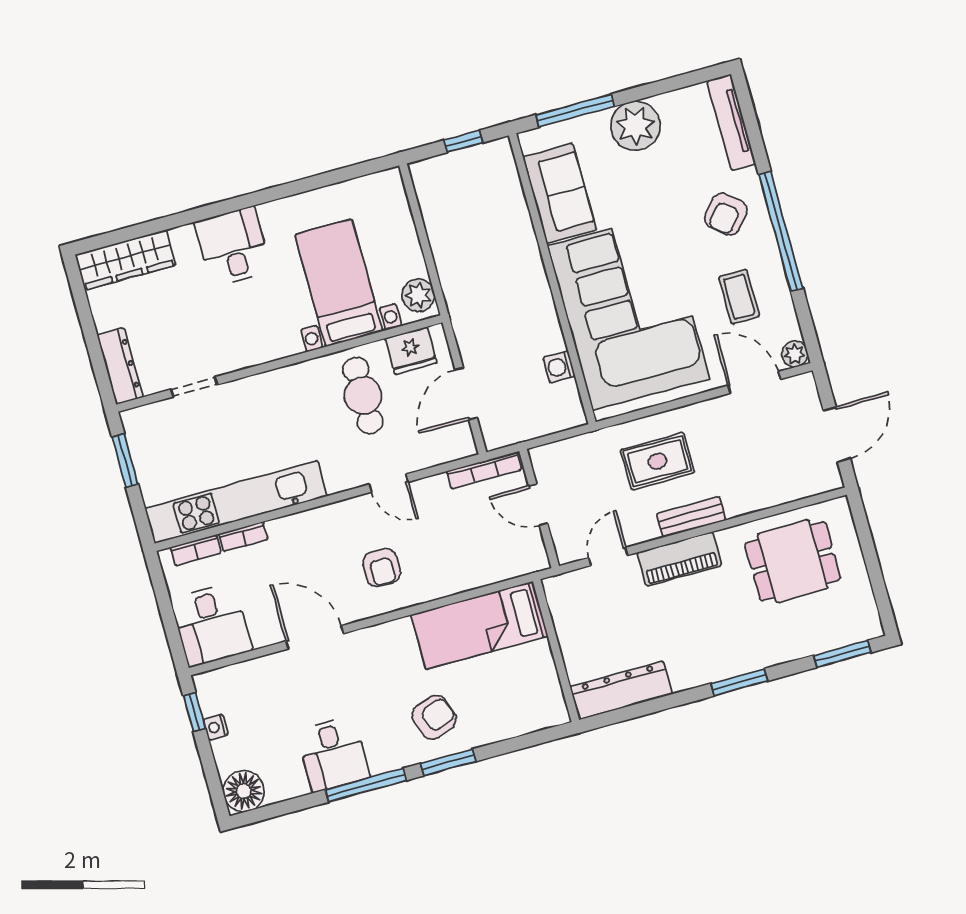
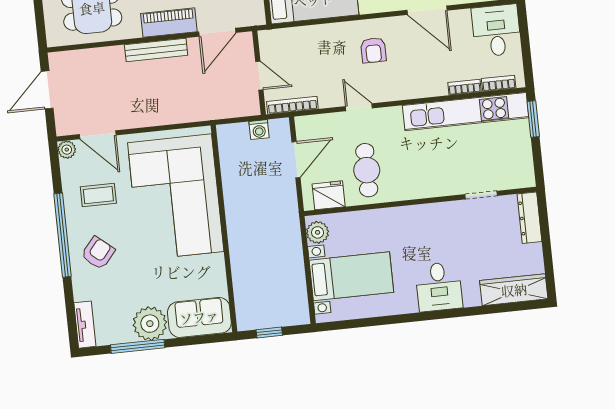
window: (575, 111) -> (138, 346), moved
tv unit: (731, 122) -> (85, 325), width x0.71
sofa: (560, 193) -> (199, 317), moved, turned 90
bed with nightstands: (339, 283) -> (351, 276), moved, turned -90
coffee table: (739, 297) -> (98, 195), turned 90
washing machine: (559, 367) -> (259, 130), moved, turned 90
window: (125, 460) -> (533, 119), moved
rug: (657, 461) -> (173, 92), removed
bench: (691, 517) -> (156, 50), width x1.36
door: (608, 556) -> (217, 32), width x1.38
armchair: (382, 568) -> (373, 50), turned 180

